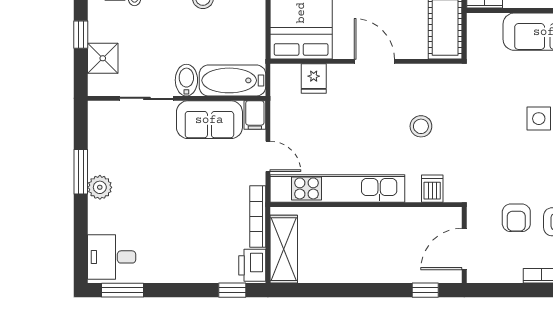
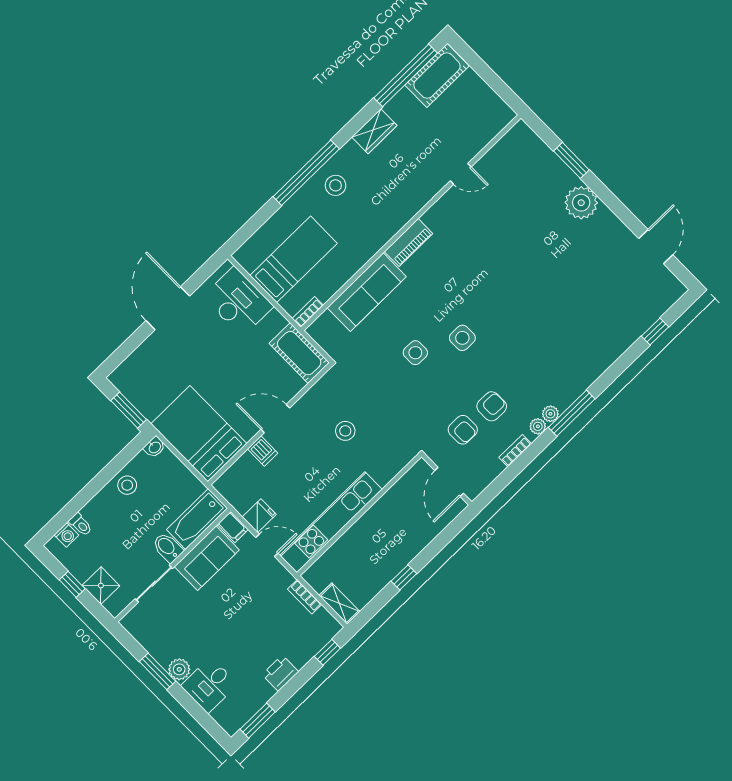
fridge: (314, 79) -> (259, 516), moved, turned -90
dishwasher: (432, 189) -> (263, 451), moved, turned 180
bookcase: (258, 217) -> (305, 597), width x0.64
shelving: (284, 249) -> (339, 604), width x0.67, depth x0.75
desk: (112, 257) -> (209, 685), moved
printer: (252, 265) -> (280, 673), moved, turned 90
window: (425, 290) -> (404, 577), moved

